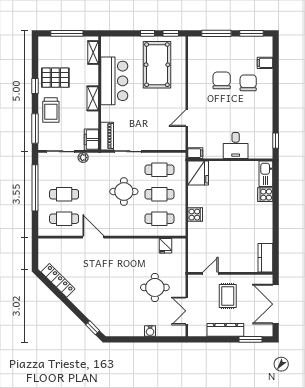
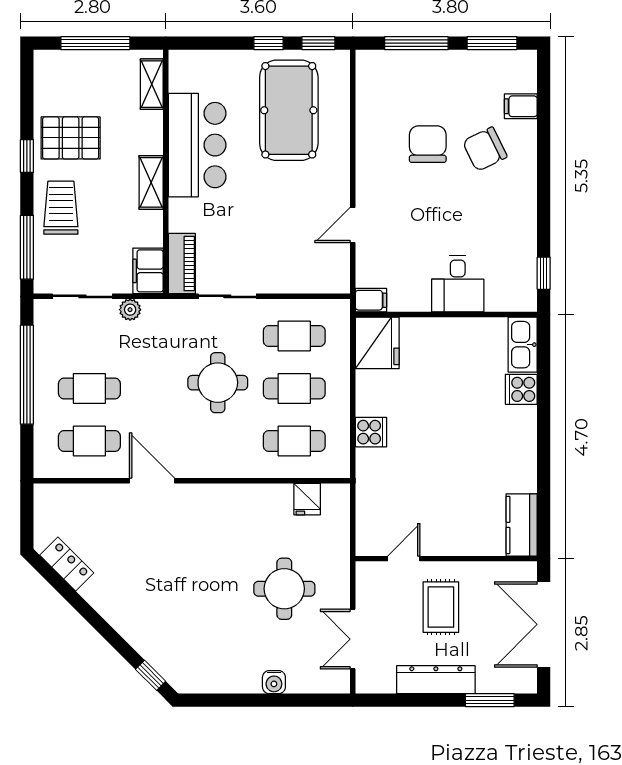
chair: (248, 83) -> (485, 149), turned -116
trolley: (51, 110) -> (61, 208), turned 180
locker: (58, 280) -> (67, 564), width x0.66

